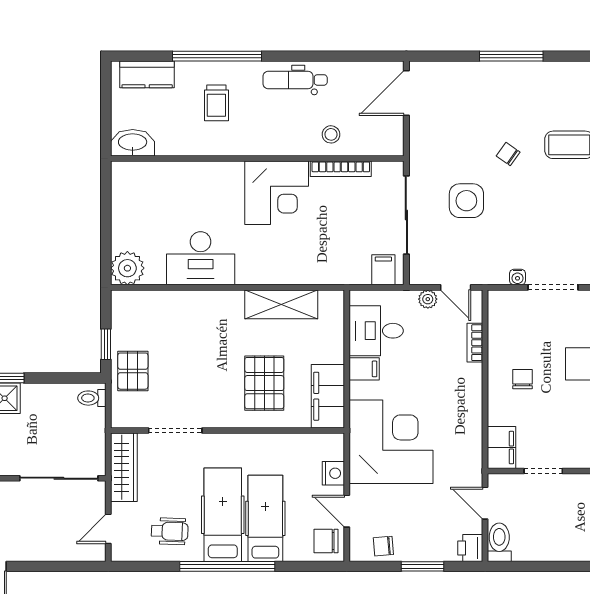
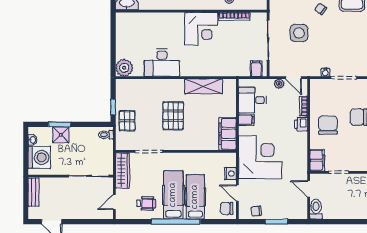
chair: (522, 379) -> (328, 125), width x1.87, depth x1.87
pallet: (264, 383) -> (173, 116), moved
printer: (470, 548) -> (301, 124), moved

